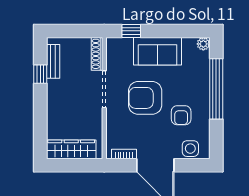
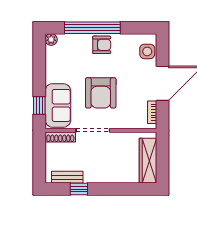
sofa: (158, 51) -> (58, 105), moved
armchair: (181, 115) -> (102, 45), moved

